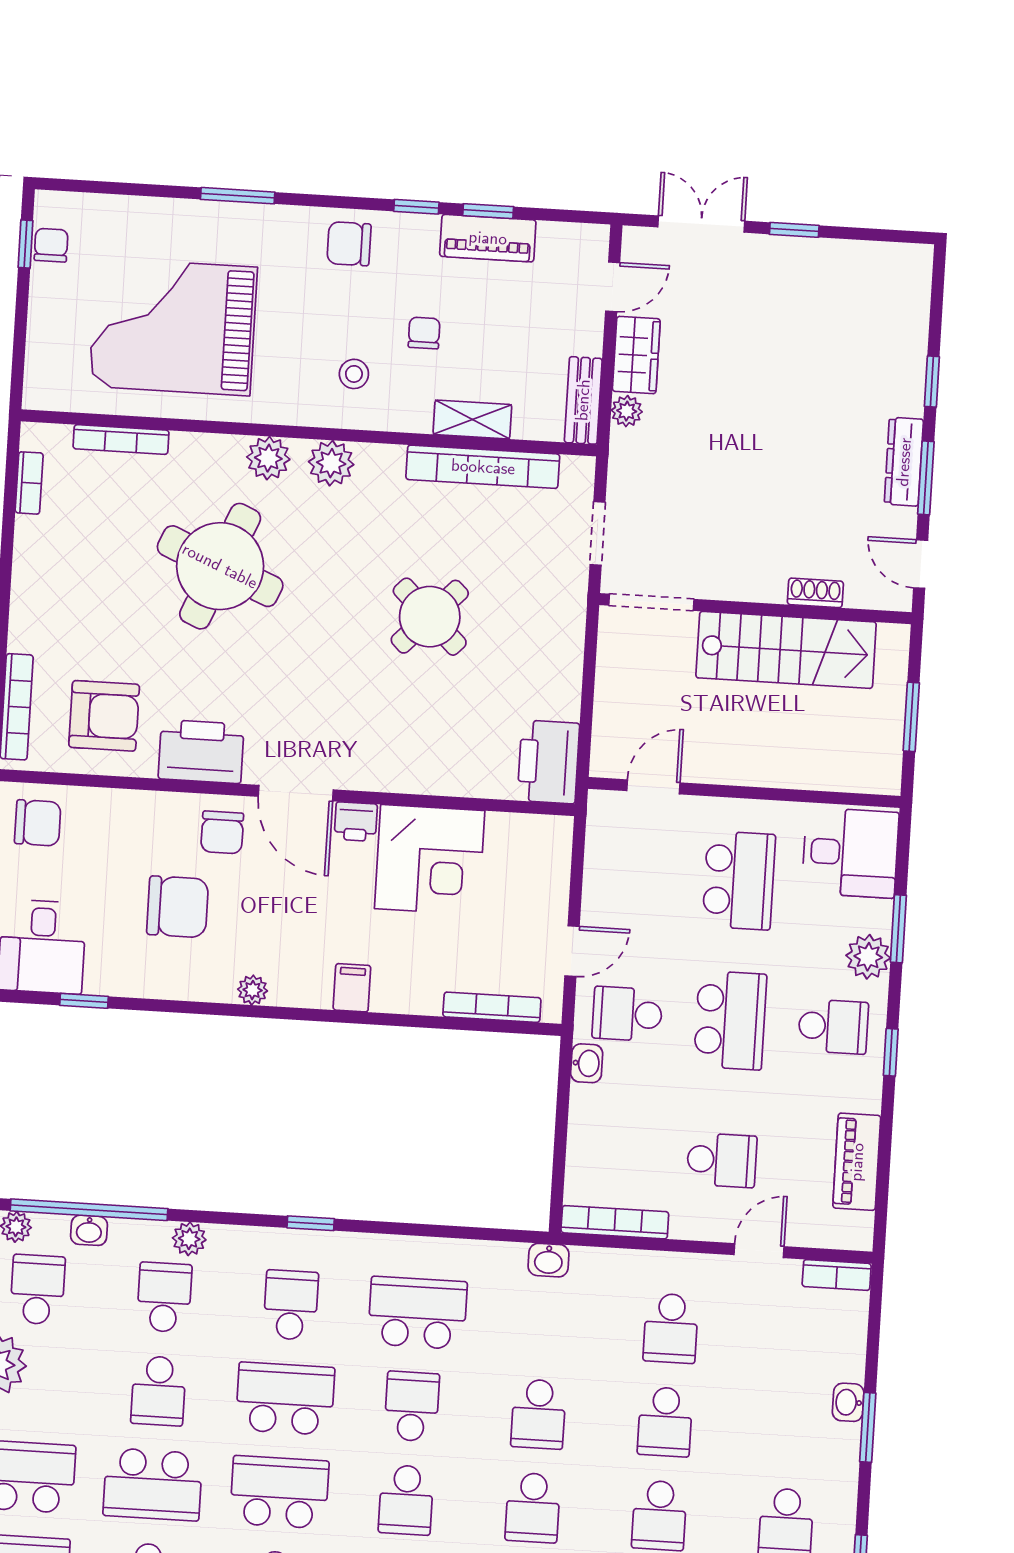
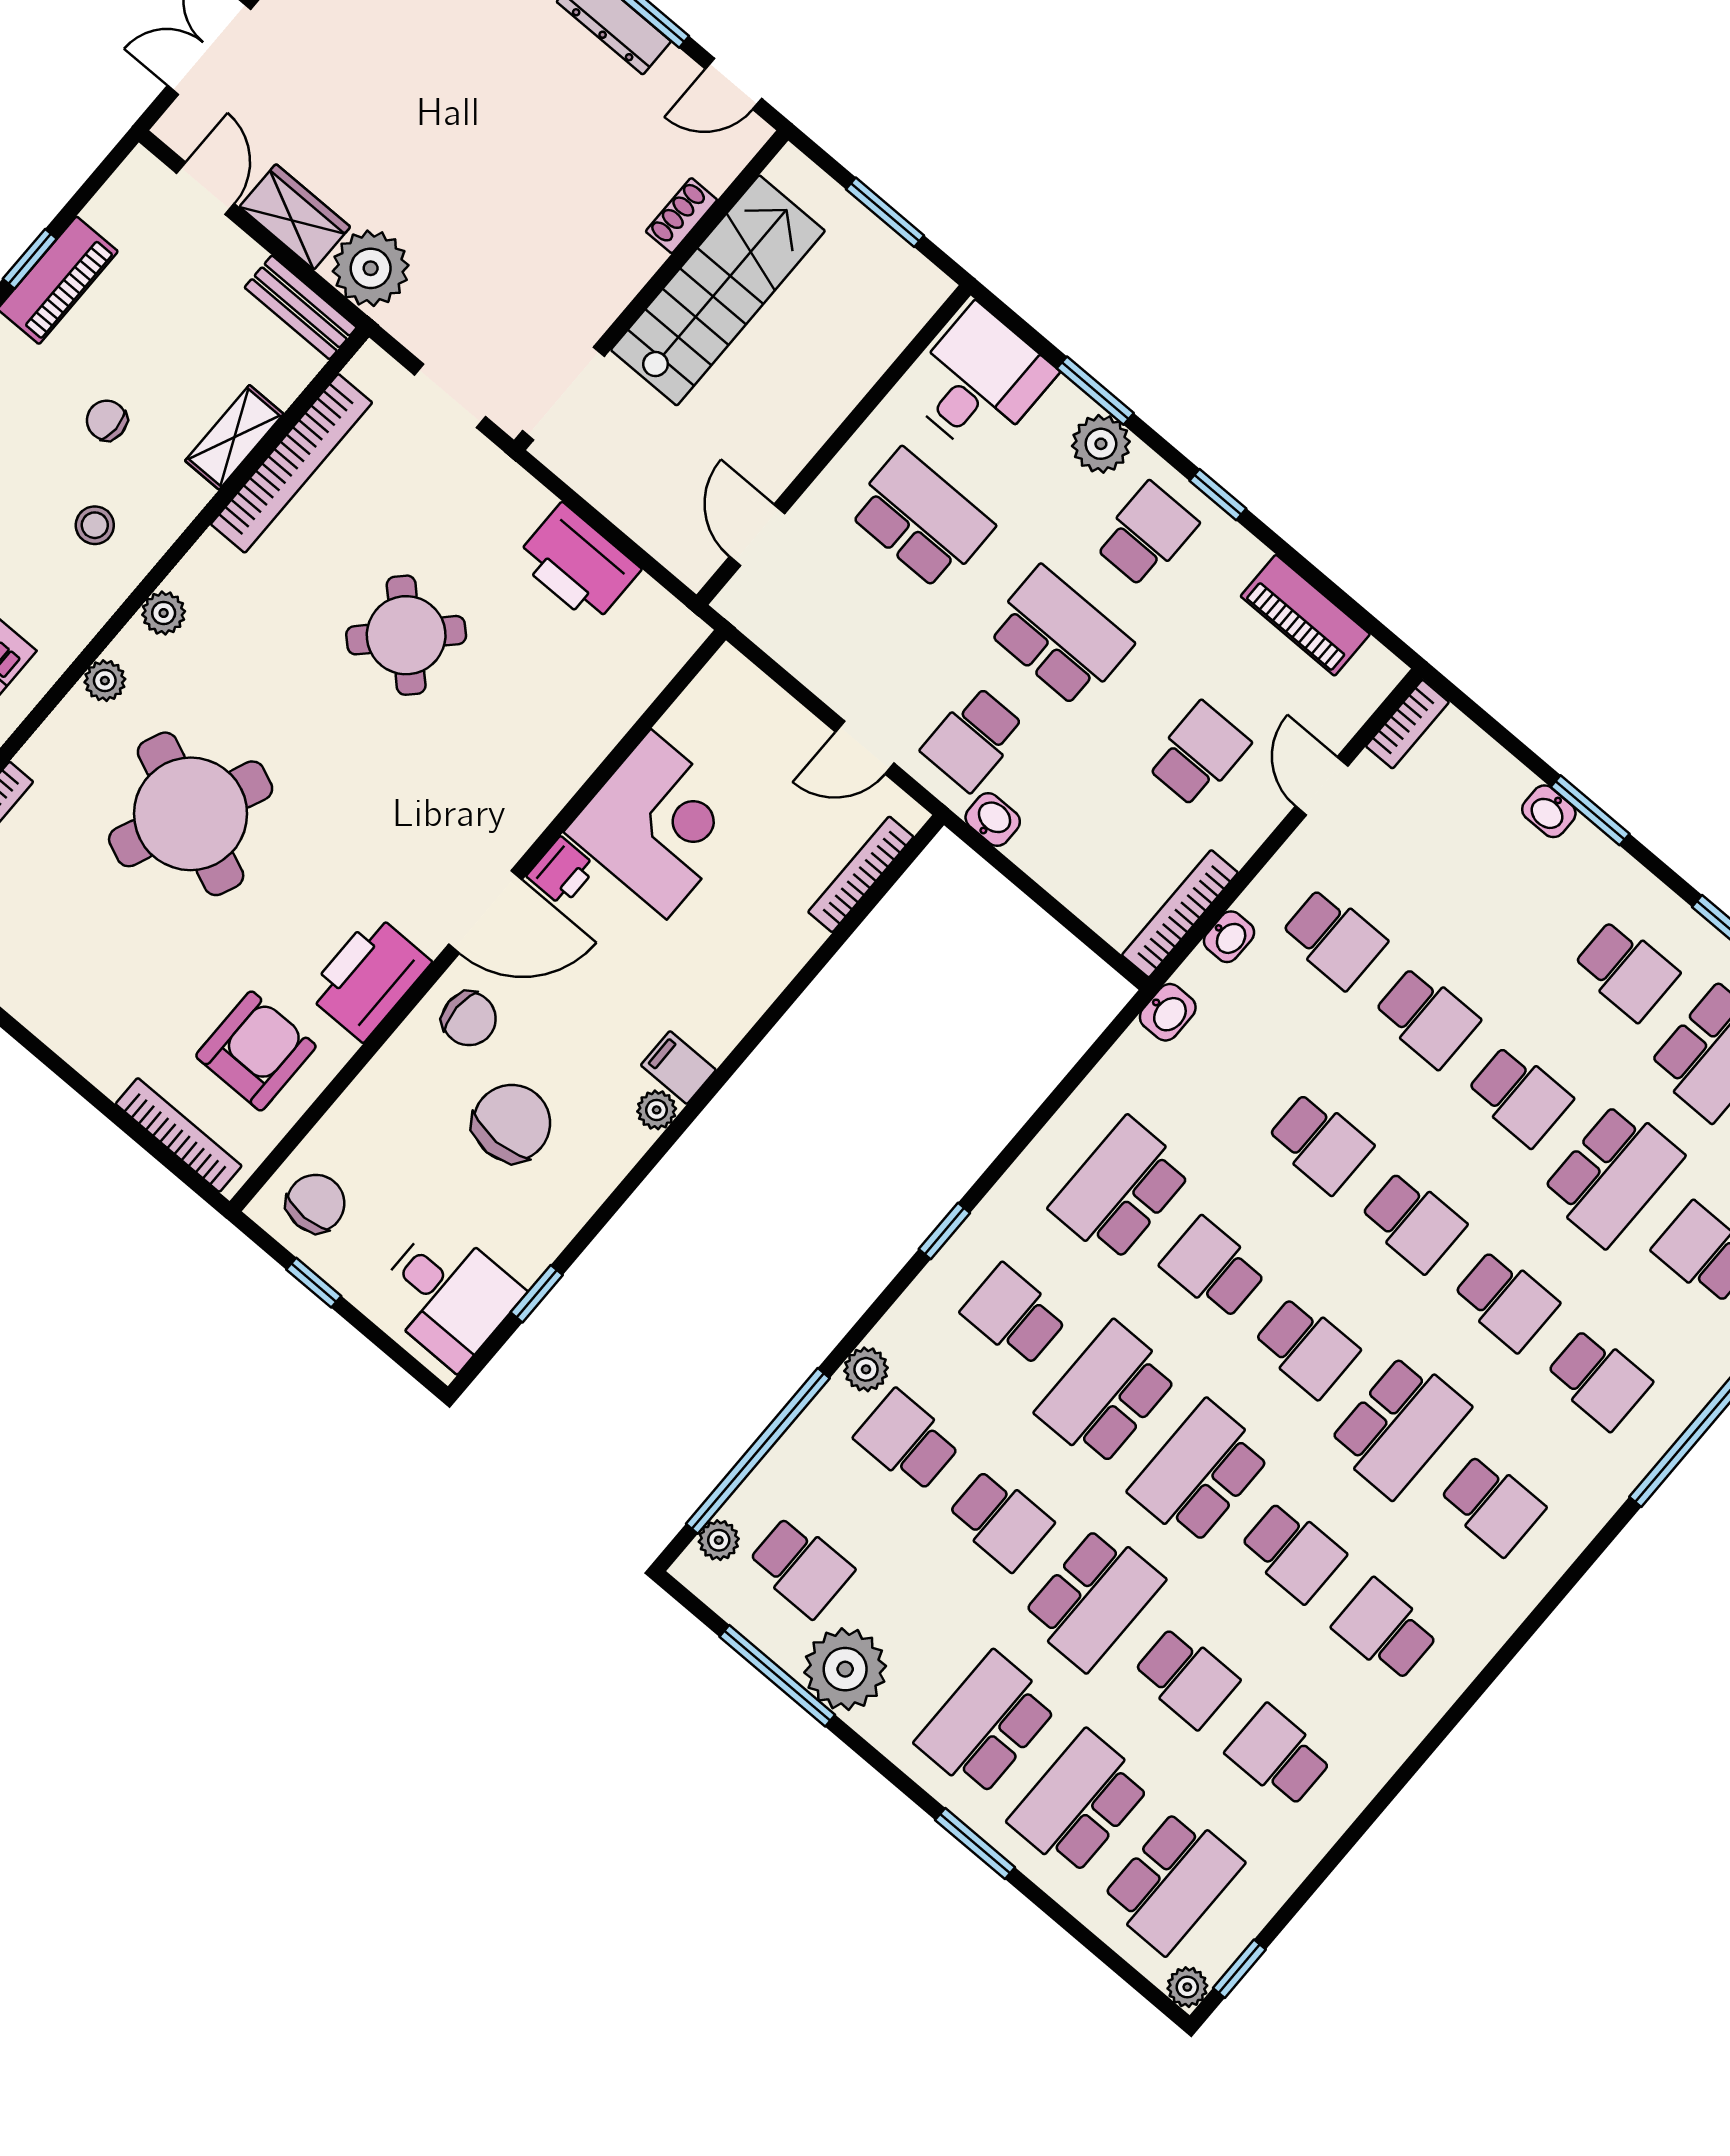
plant: (627, 411) -> (371, 268), width x1.88, depth x1.88
plant: (268, 458) -> (105, 681), width x0.73, depth x0.73
plant: (331, 463) -> (164, 613), width x0.73, depth x0.73
printer: (548, 762) -> (578, 564), moved
door: (572, 951) -> (865, 748), swing flipped
filing cabinet: (352, 988) -> (678, 1068), moved
washbasin: (89, 1230) -> (1229, 937), moved
school desk: (38, 1290) -> (801, 1567), turned 180

